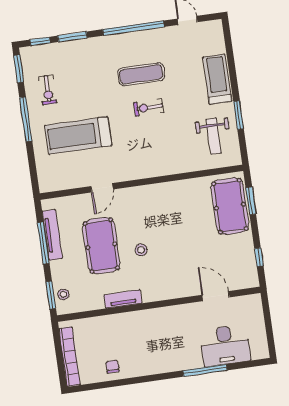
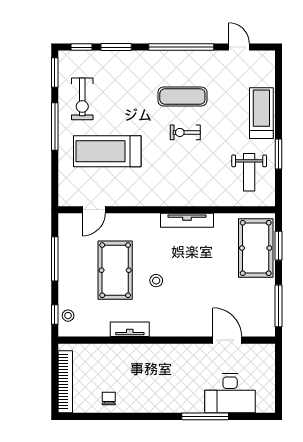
exercise bike: (48, 90) -> (82, 99), width x1.38, depth x1.39
door: (102, 188) -> (94, 210), moved
tv unit: (52, 235) -> (187, 220), moved, turned 90
window: (259, 257) -> (278, 306), width x2.17
window: (51, 295) -> (55, 314), width x0.67

